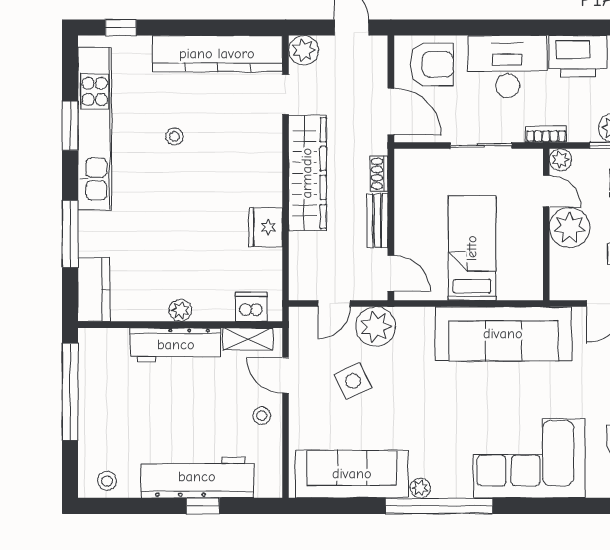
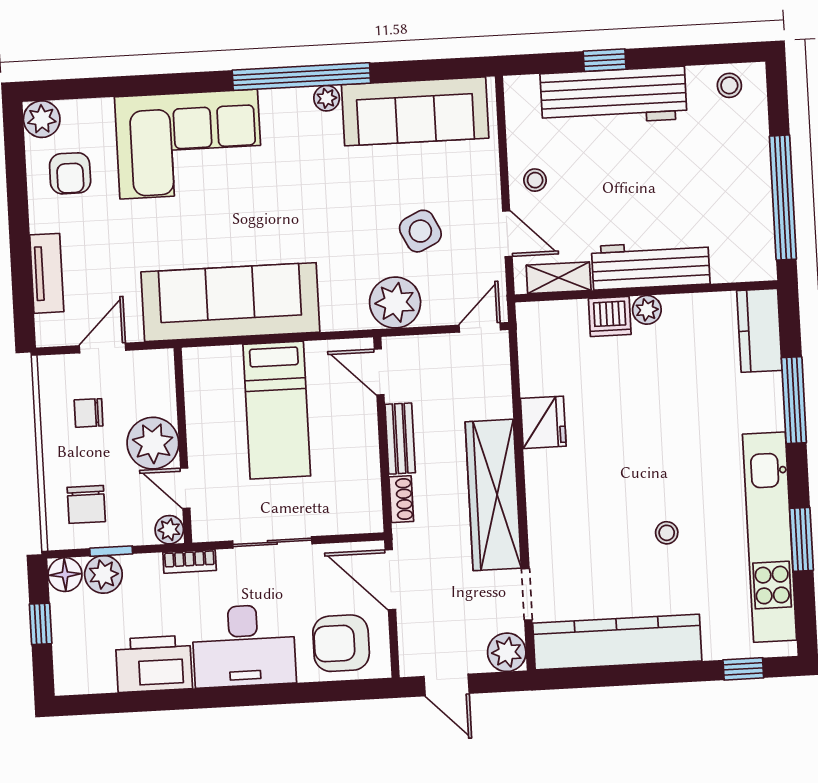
door: (334, 304) -> (480, 328), moved
dishwasher: (251, 307) -> (610, 316), moved

